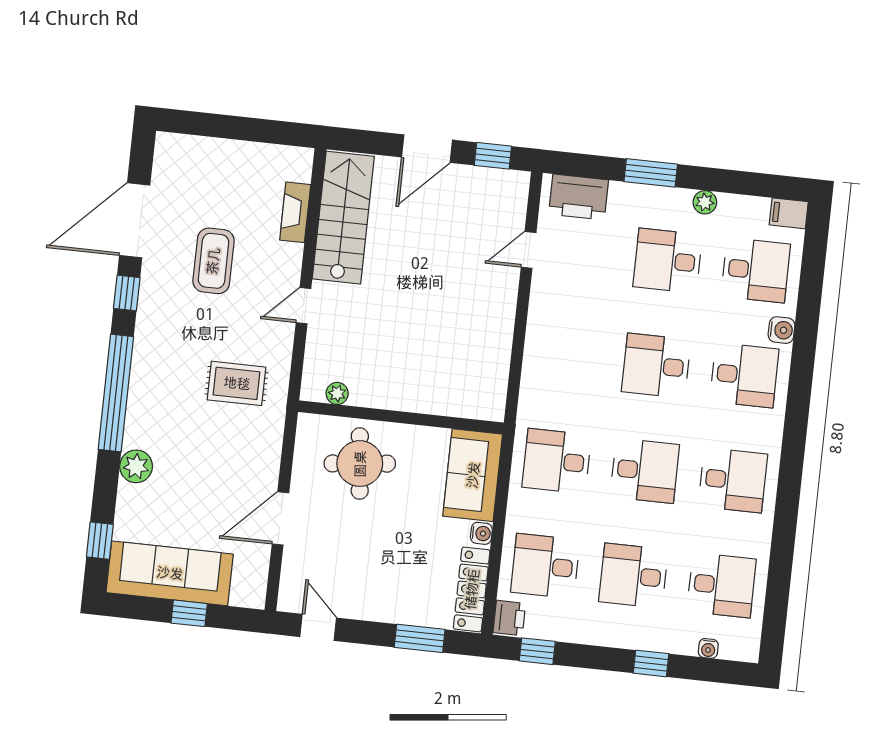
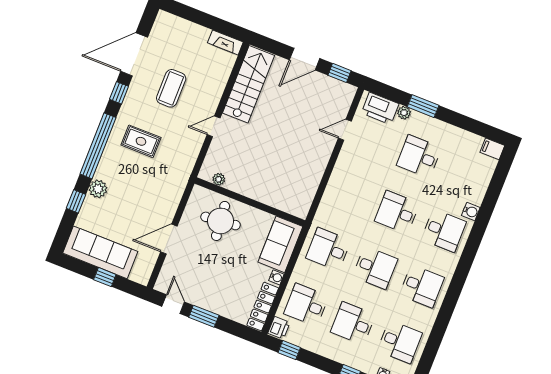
plant: (705, 202) -> (404, 113), moved
fireplace: (295, 212) -> (225, 42), moved, turned -90
desk: (756, 270) -> (466, 175), removed
rug: (237, 383) -> (141, 141), moved
window: (100, 541) -> (76, 201), moved
window: (420, 638) -> (204, 316), moved

